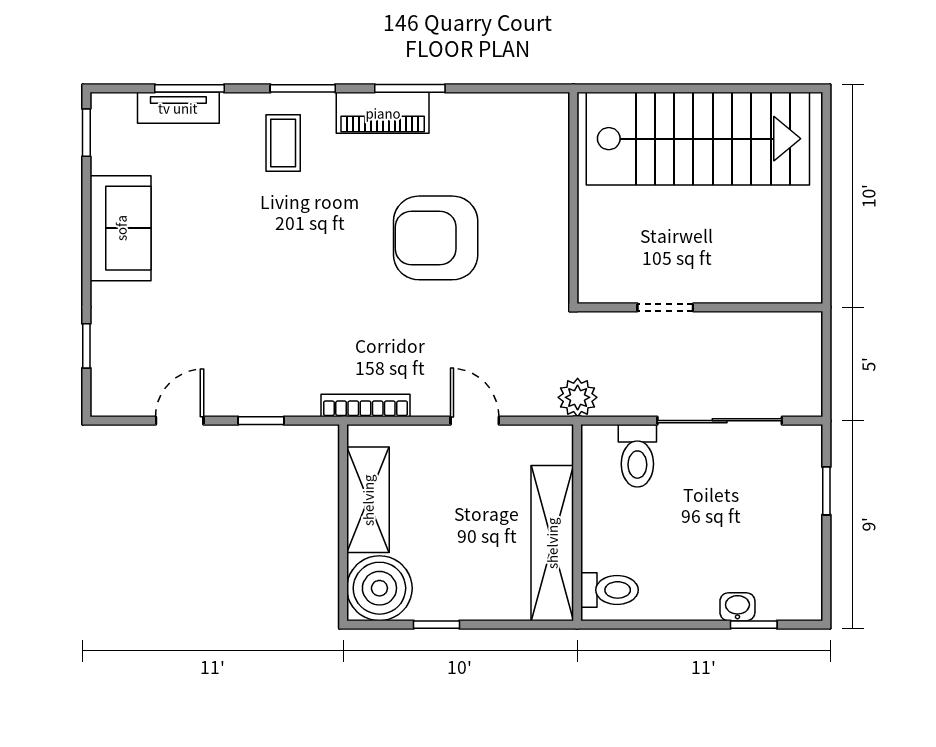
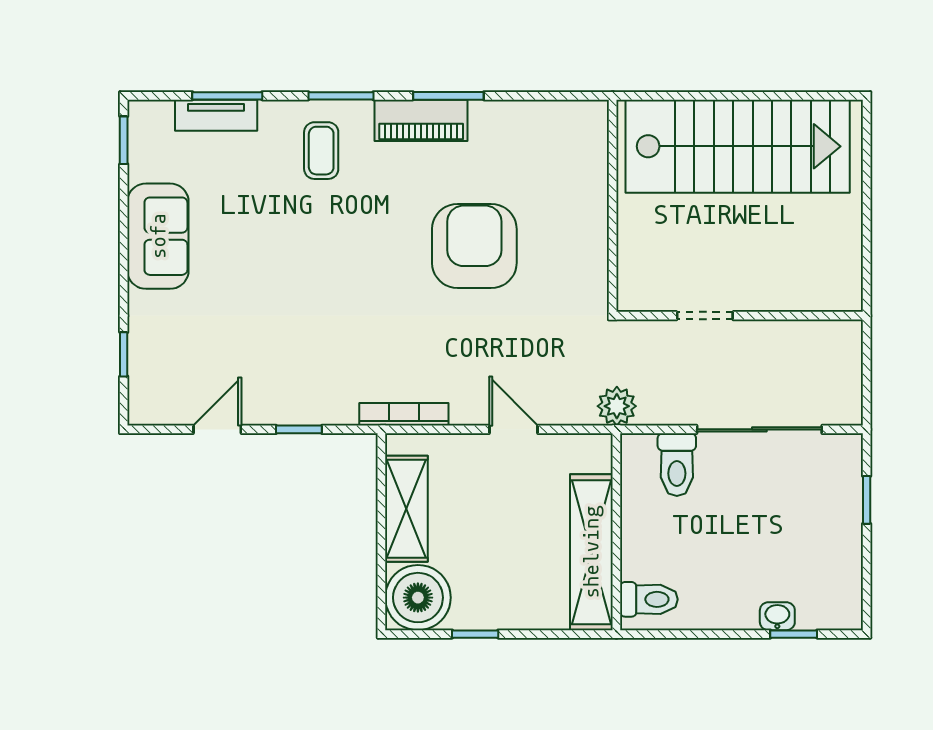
armchair: (436, 238) -> (474, 246), turned 90

